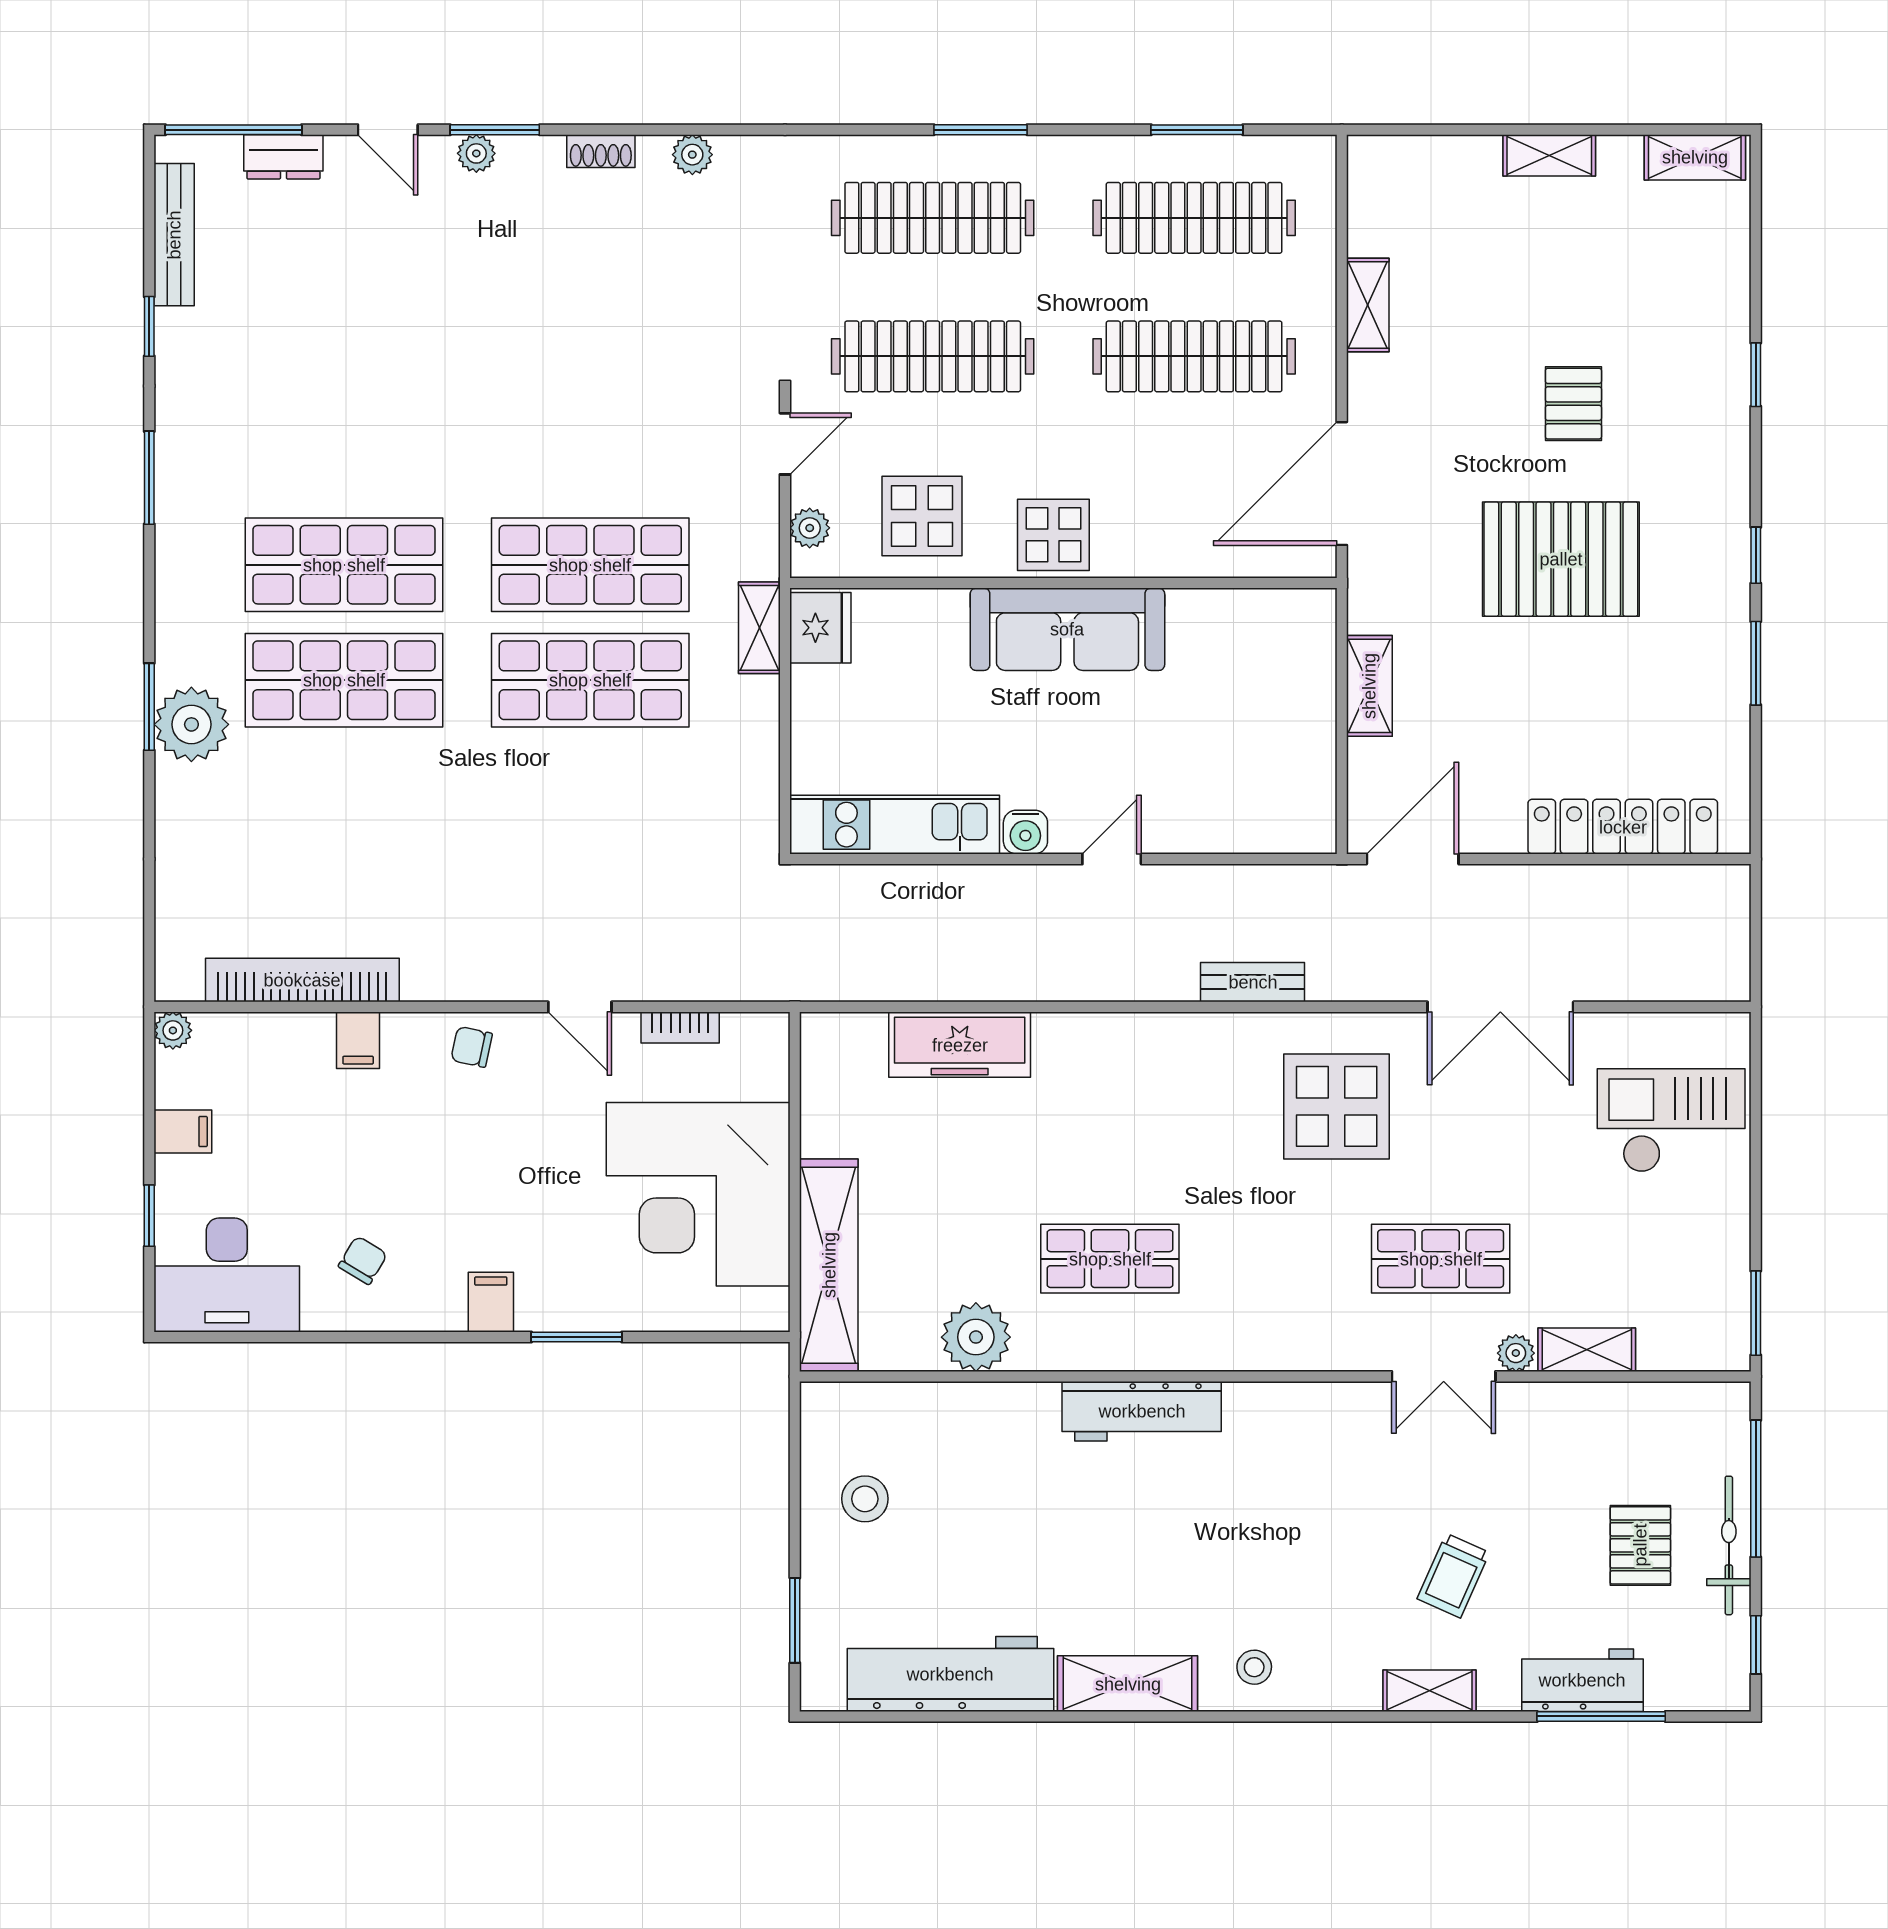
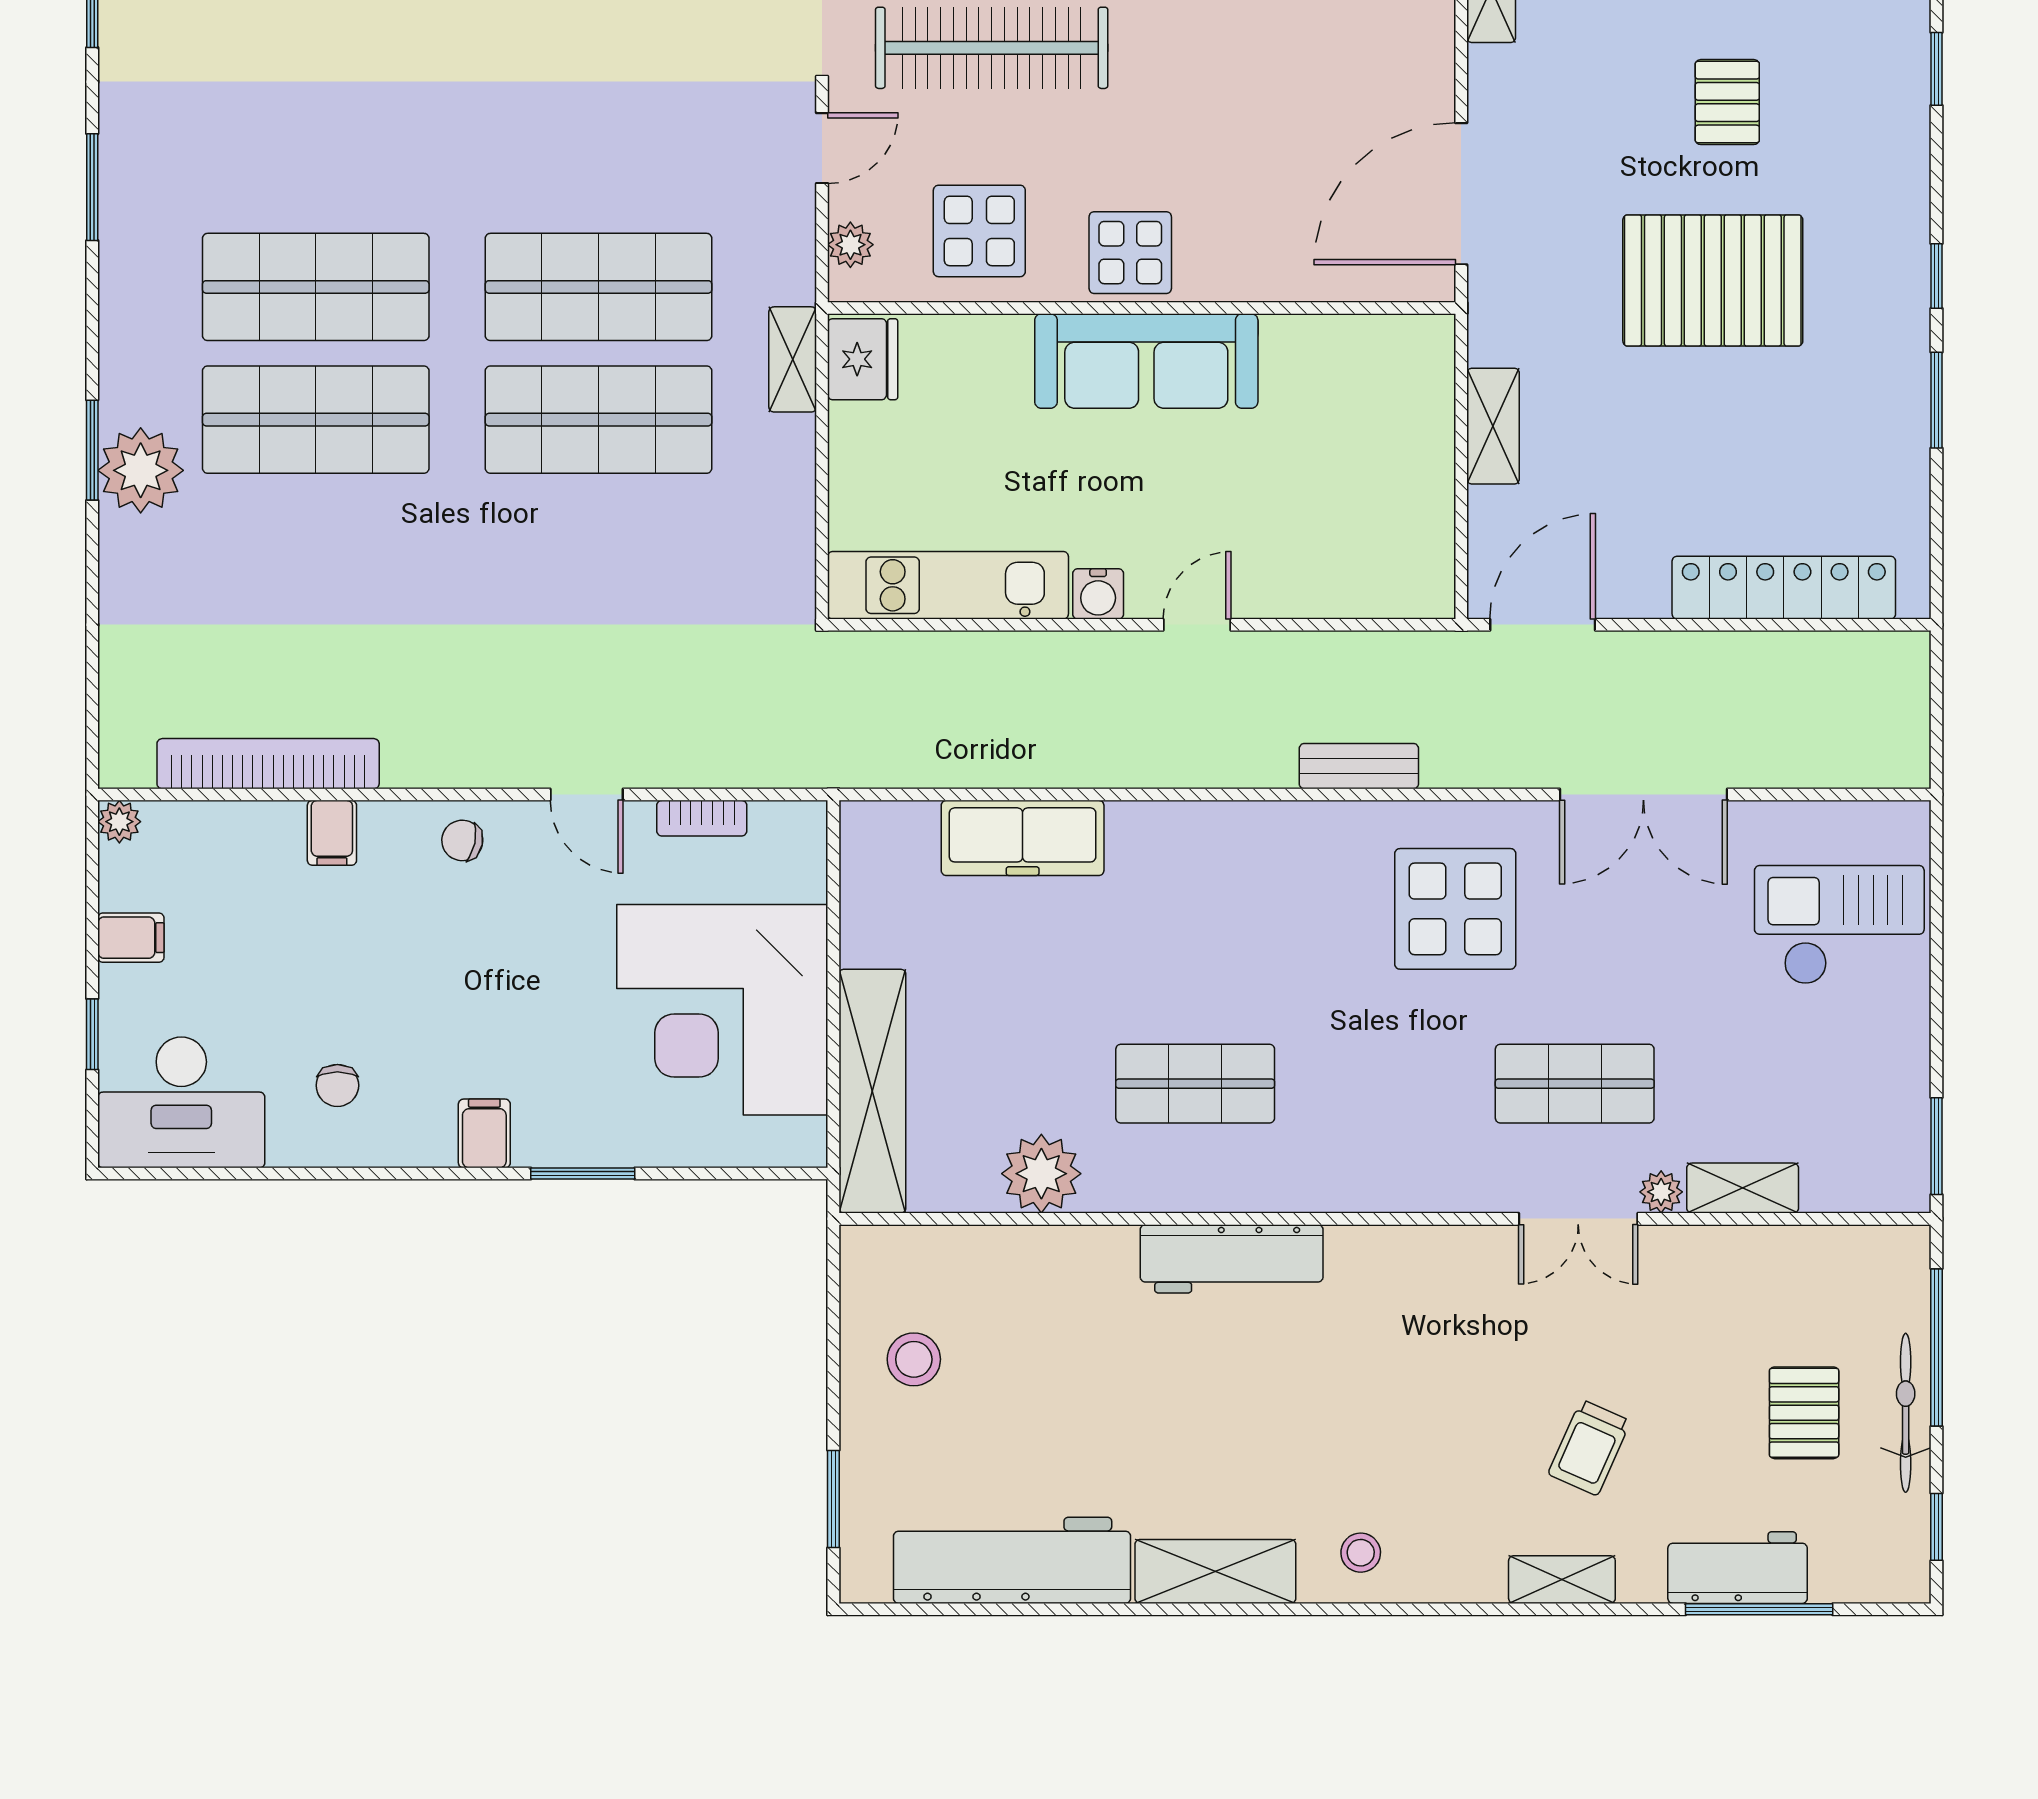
clothes rail: (1194, 356) -> (1292, 48), removed
chair: (363, 1260) -> (337, 1085), turned 149

